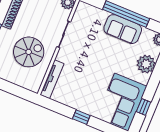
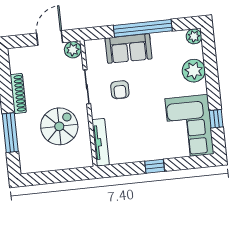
sofa: (123, 29) -> (129, 48), moved
armchair: (86, 49) -> (120, 90), added

